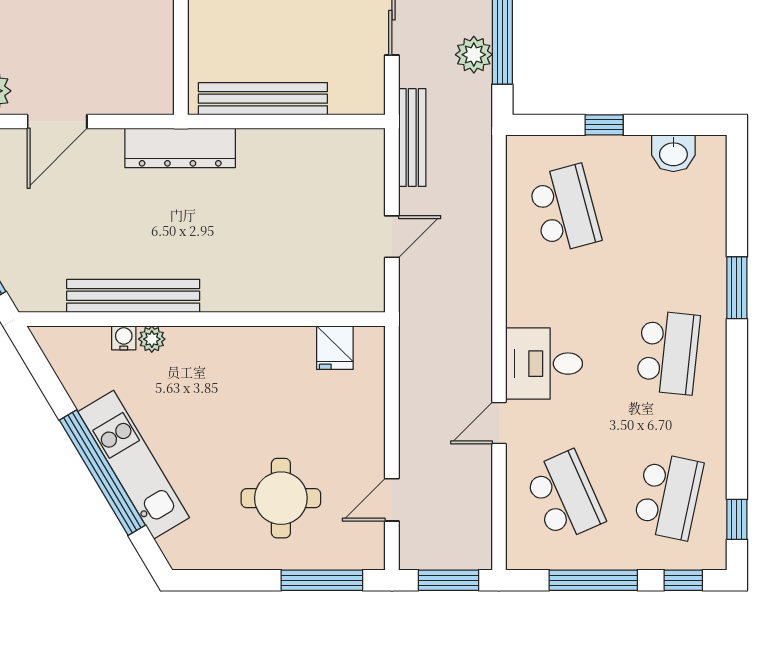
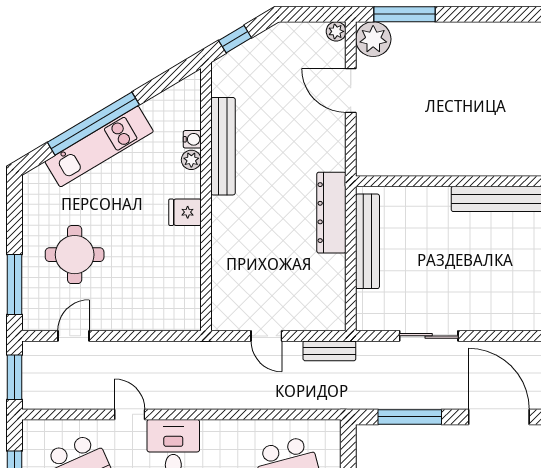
plant: (474, 55) -> (400, 396), removed
bench: (412, 138) -> (329, 351), width x0.73
dresser: (180, 148) -> (331, 213), moved
fridge: (335, 348) -> (185, 212), moved
door: (392, 500) -> (73, 336), hinge flipped

